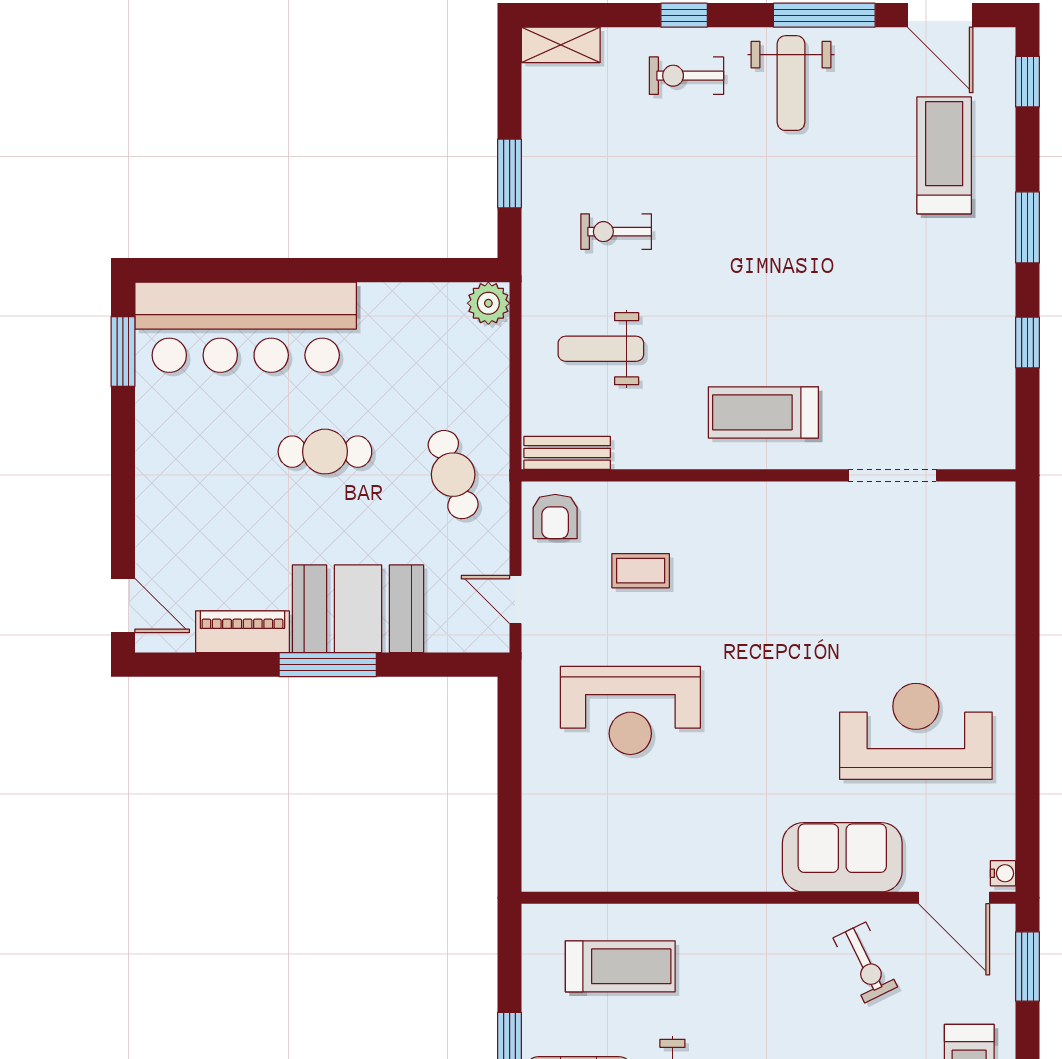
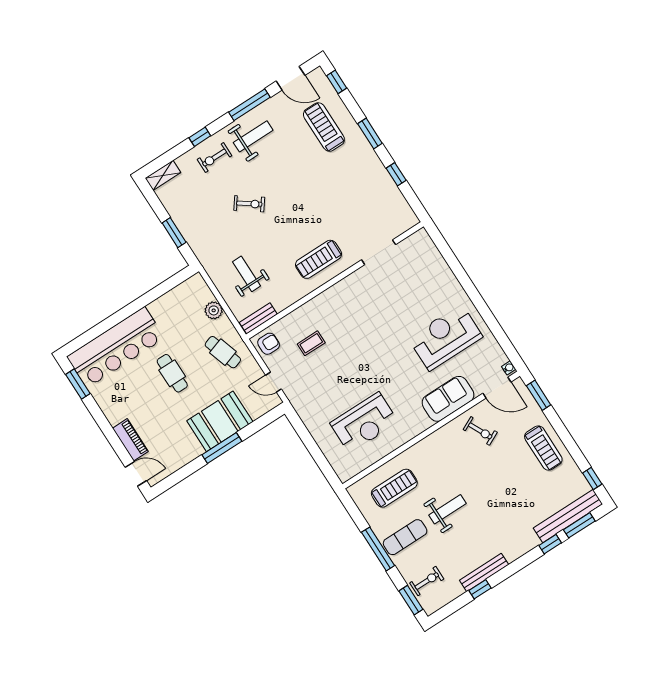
weight bench: (791, 83) -> (253, 136), turned -90
exercise bike: (616, 232) -> (249, 204), moved, turned -144
plant: (488, 303) -> (214, 310), moved
weight bench: (601, 349) -> (246, 274), turned 90
cafe table: (325, 452) -> (172, 373), turned 90
armchair: (555, 517) -> (269, 344), turned -90
piano: (242, 632) -> (130, 440), moved, turned 90
reception desk: (630, 710) -> (364, 423), moved

